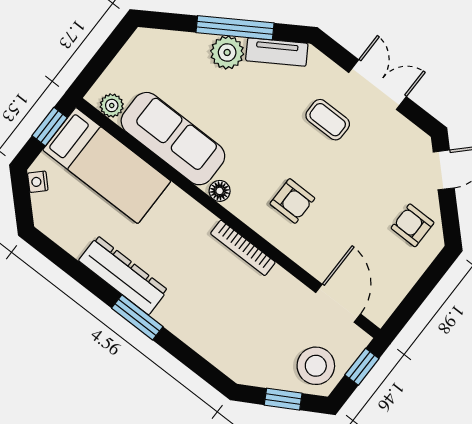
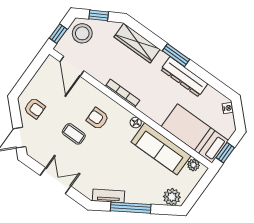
plant: (227, 52) -> (172, 197), moved
double door: (378, 85) -> (55, 181), swing flipped
coffee table: (328, 120) -> (74, 134), moved
nightstand: (38, 182) -> (228, 108), moved
wardrobe: (211, 343) -> (137, 43), added

